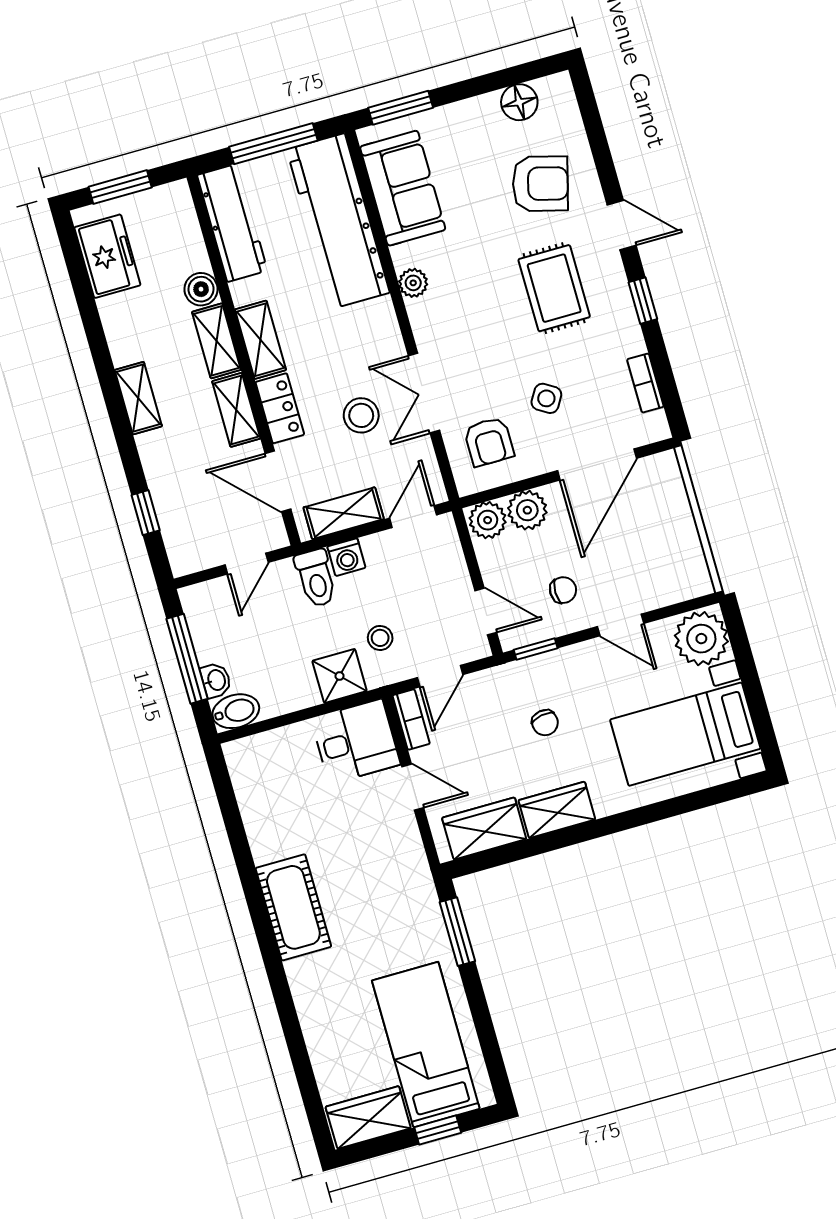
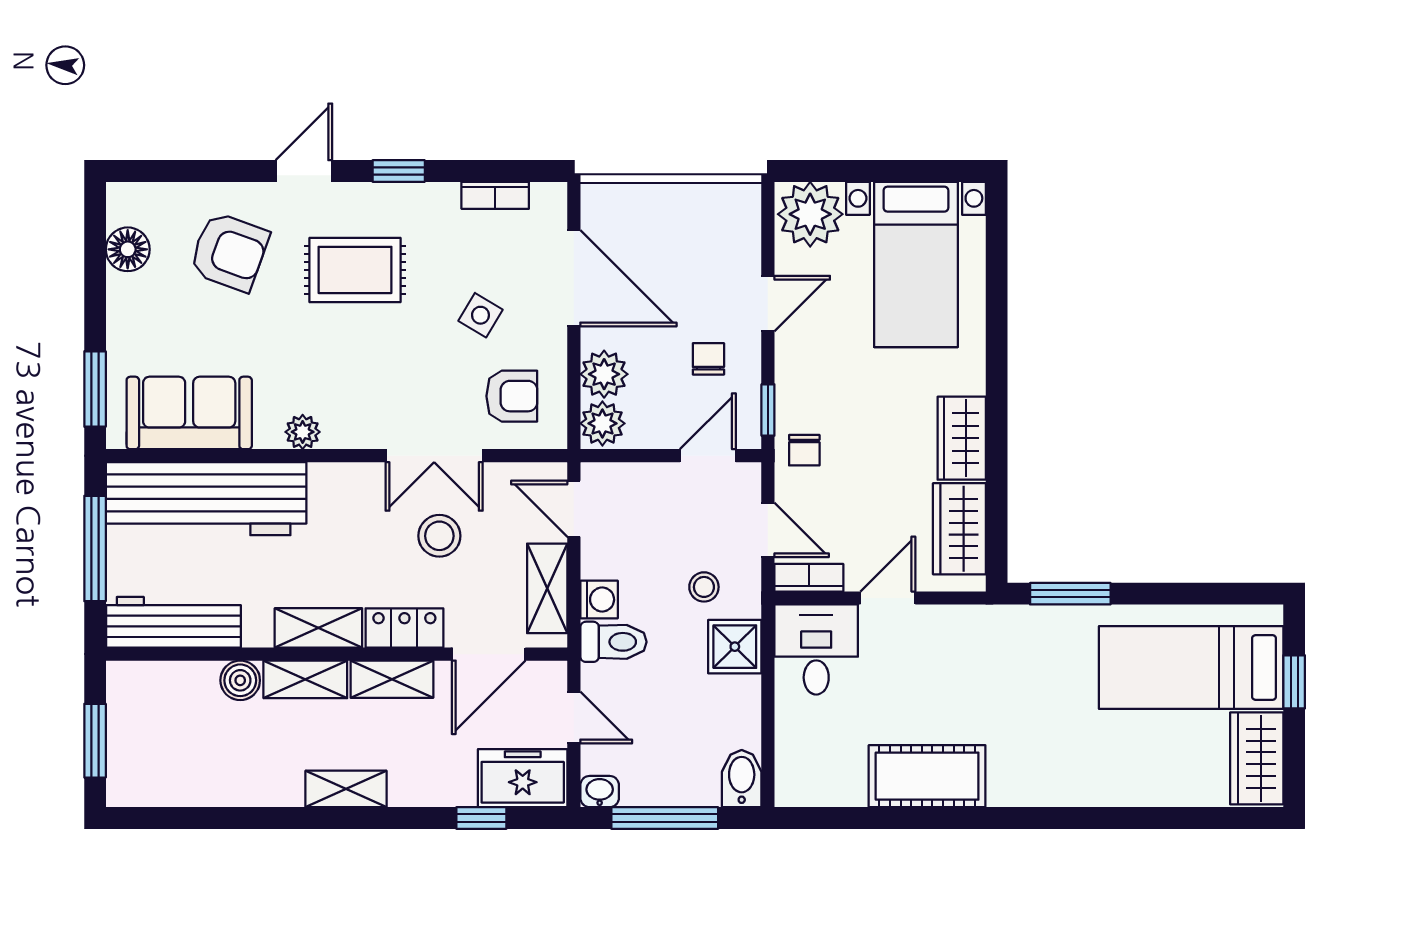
armchair: (540, 184) -> (229, 252), turned 95
freezer: (107, 256) -> (523, 778), moved
washbasin: (216, 680) -> (600, 792), moved
chair: (545, 723) -> (804, 450), moved, turned 100
cot: (293, 907) -> (927, 776), moved

